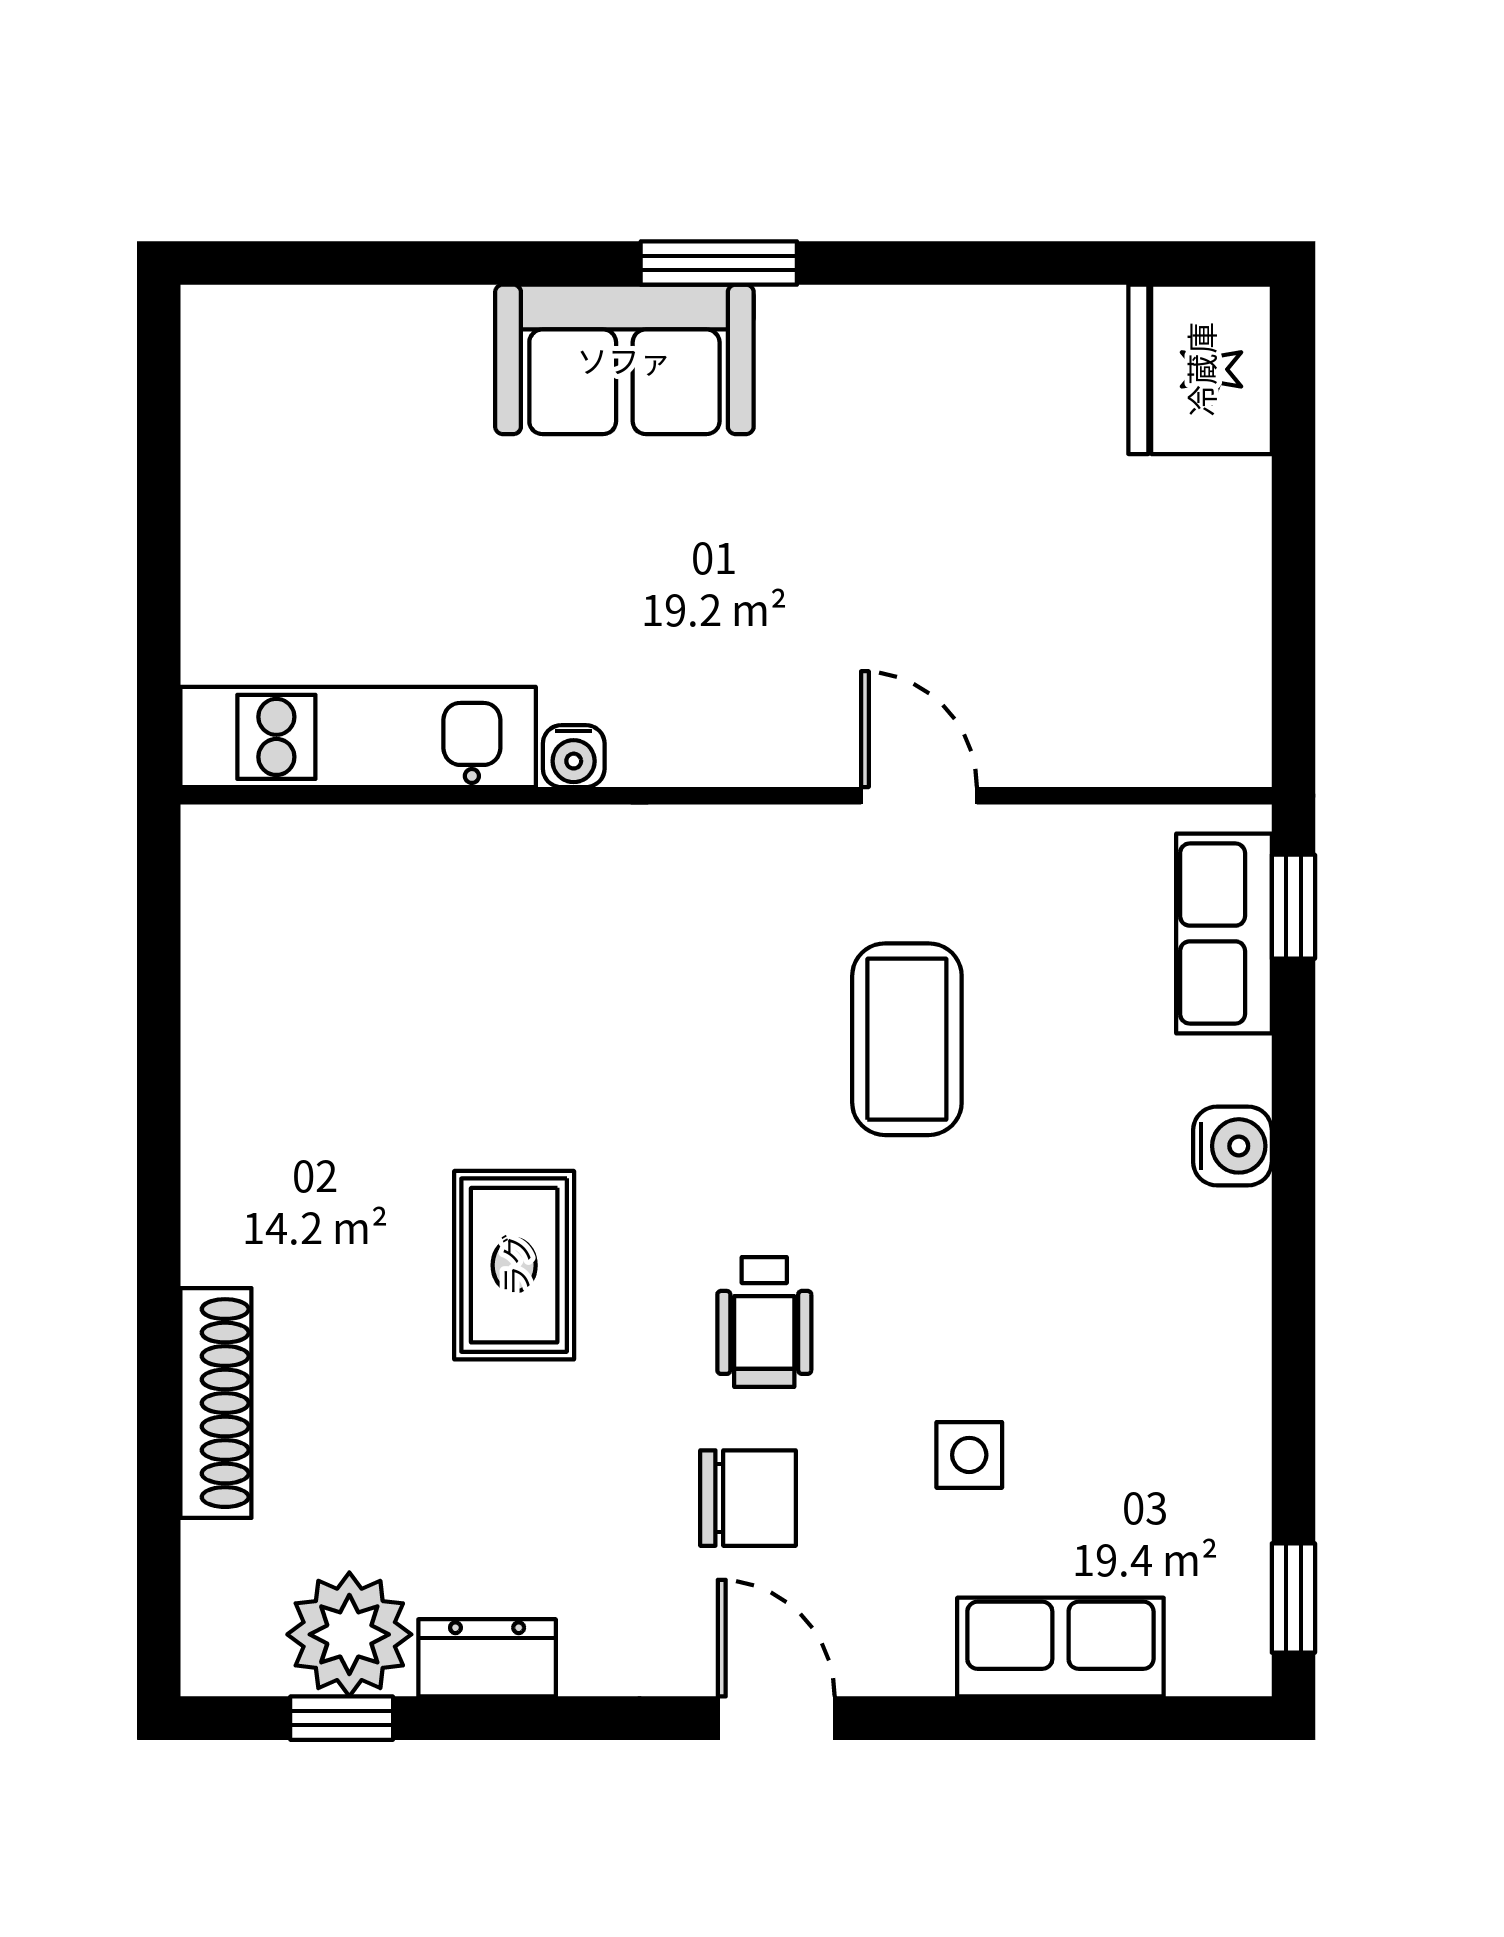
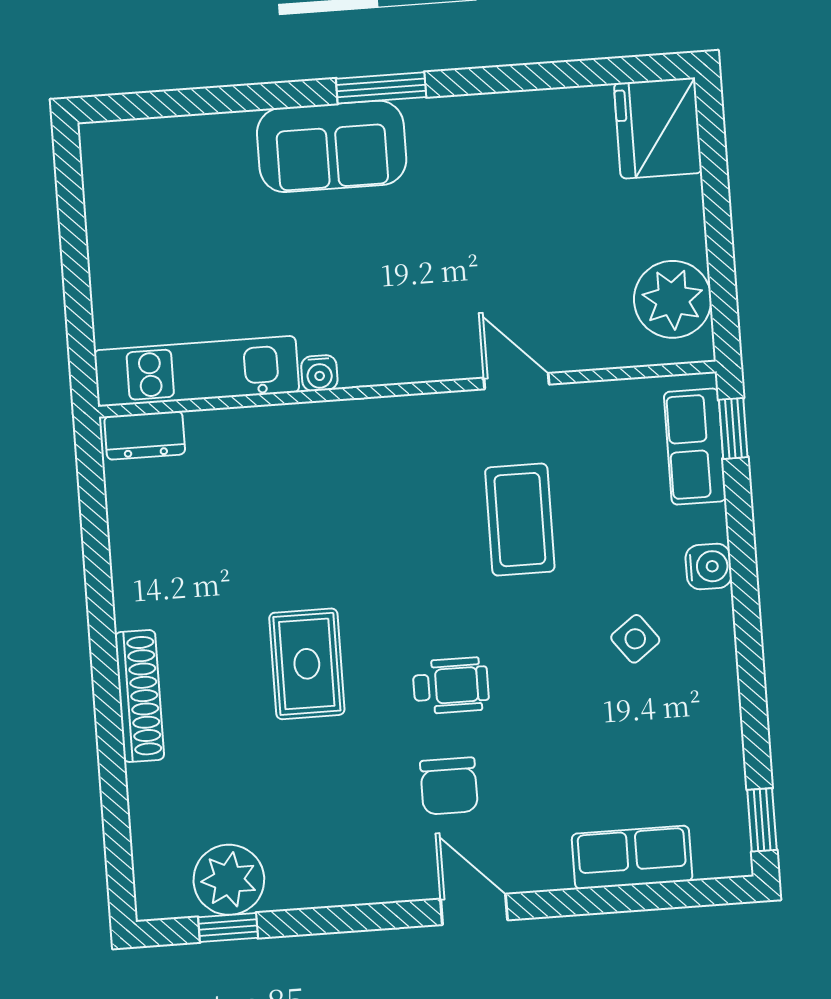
plant: (1204, 672) -> (673, 299), added
wheelchair: (764, 1322) -> (451, 686), turned -90
shoe rack: (216, 1403) -> (139, 696), moved
side table: (969, 1455) -> (635, 639), moved, turned -37
chair: (748, 1498) -> (449, 786), turned 90
dresser: (487, 1658) -> (145, 435), moved, turned 180

